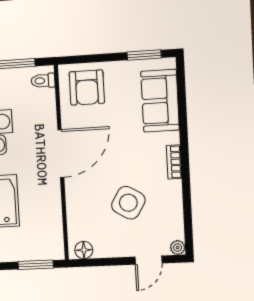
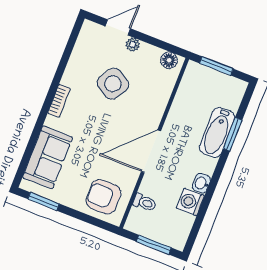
toilet: (43, 81) -> (145, 203), moved
armchair: (87, 88) -> (104, 197), turned -90
plant: (178, 248) -> (133, 45), moved

